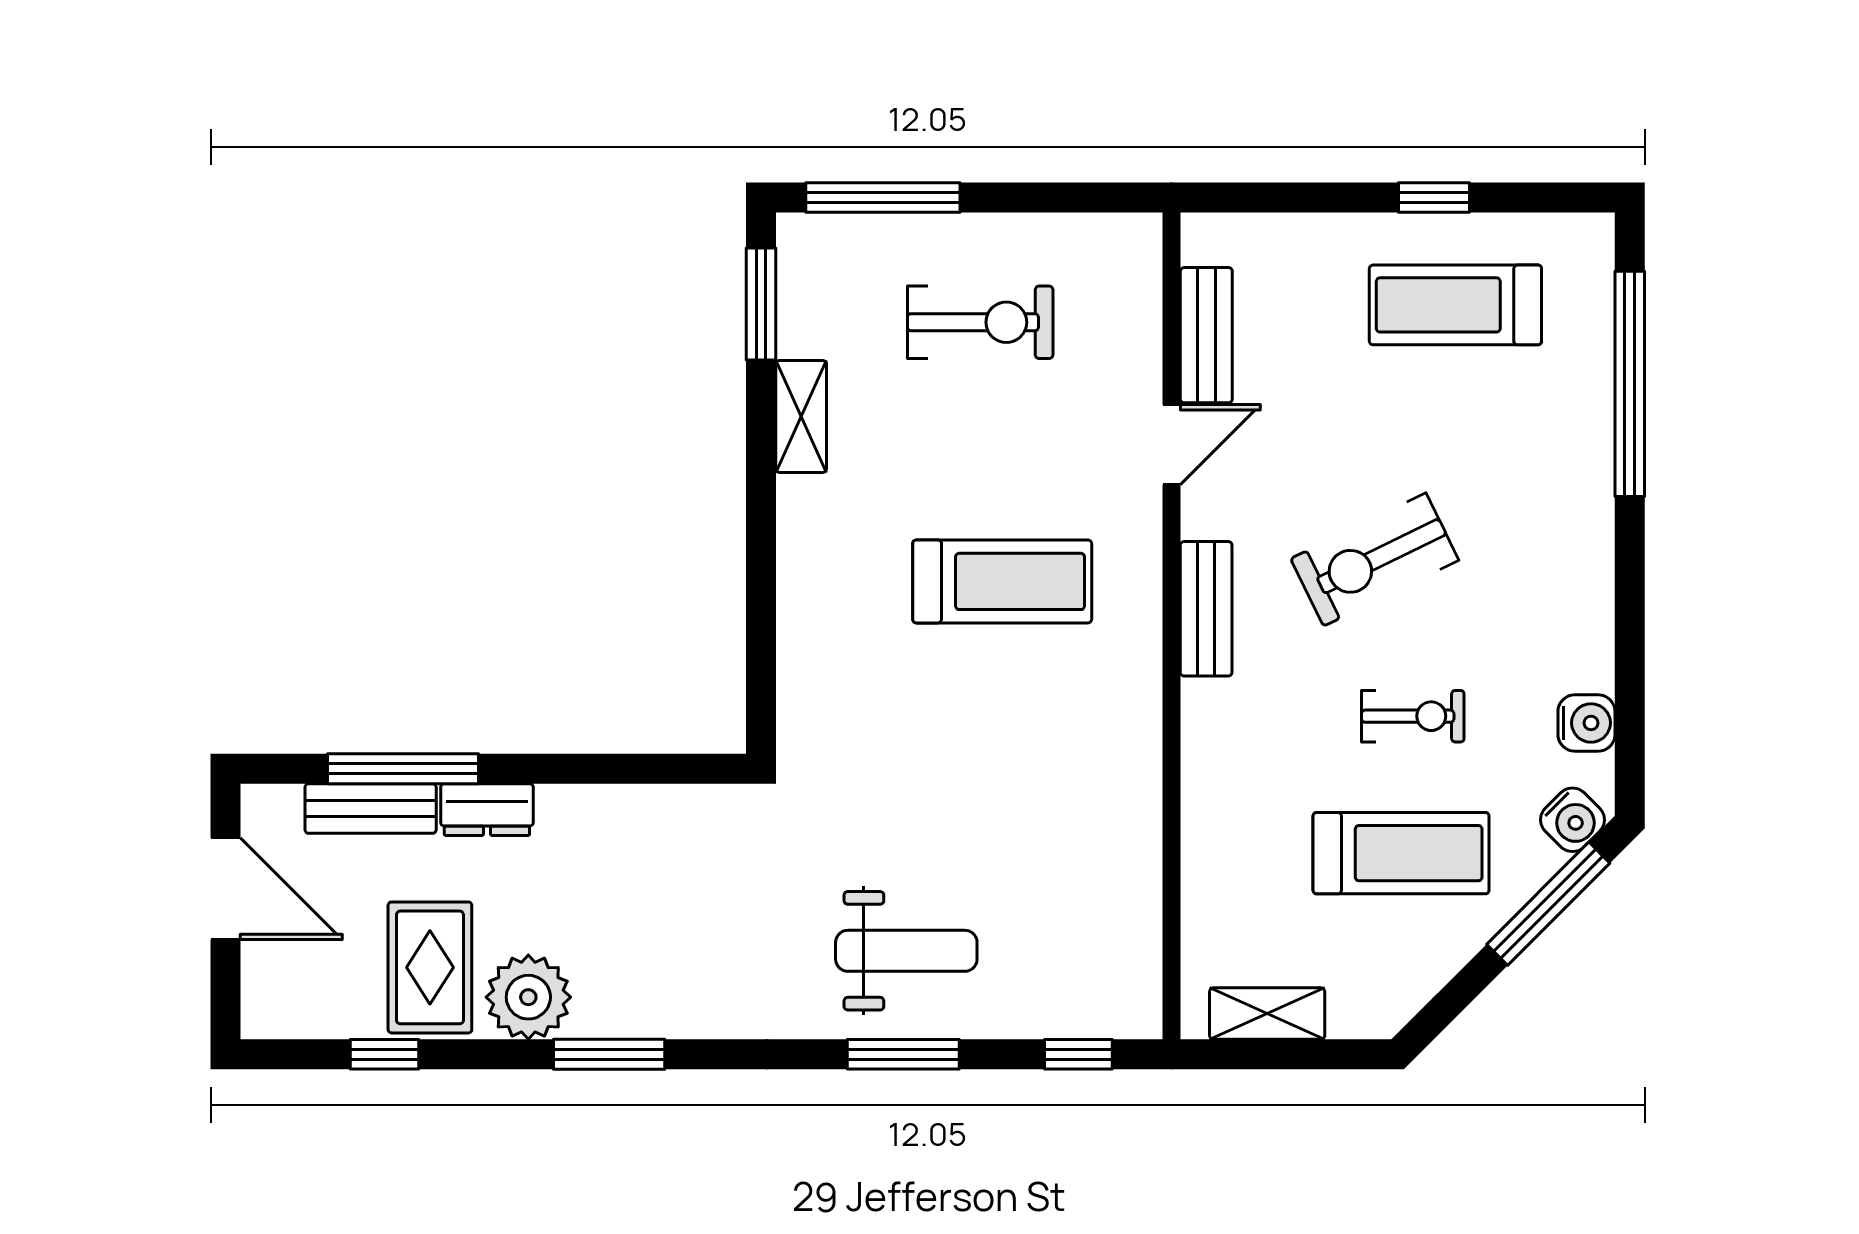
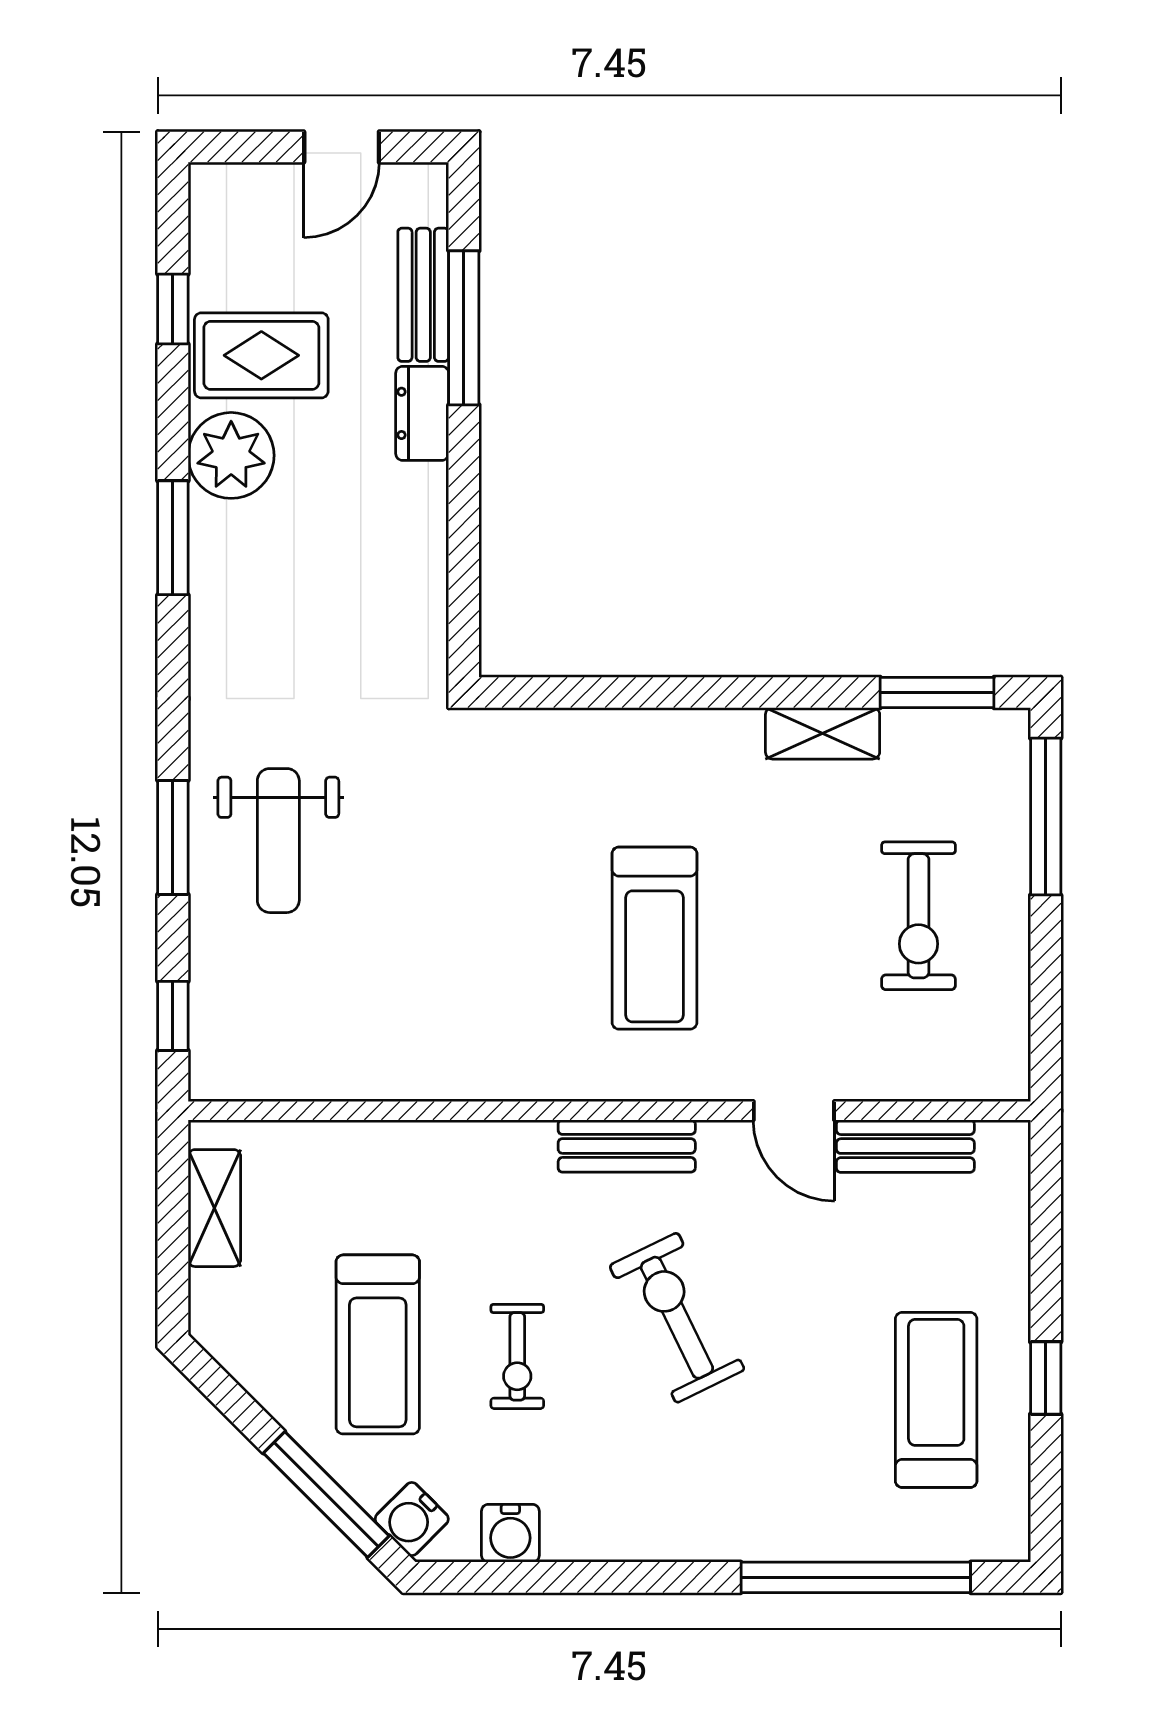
door: (225, 889) -> (342, 147), width x0.73

